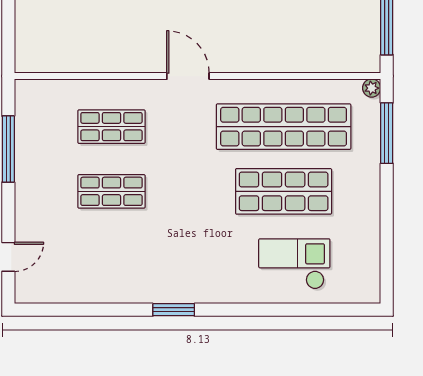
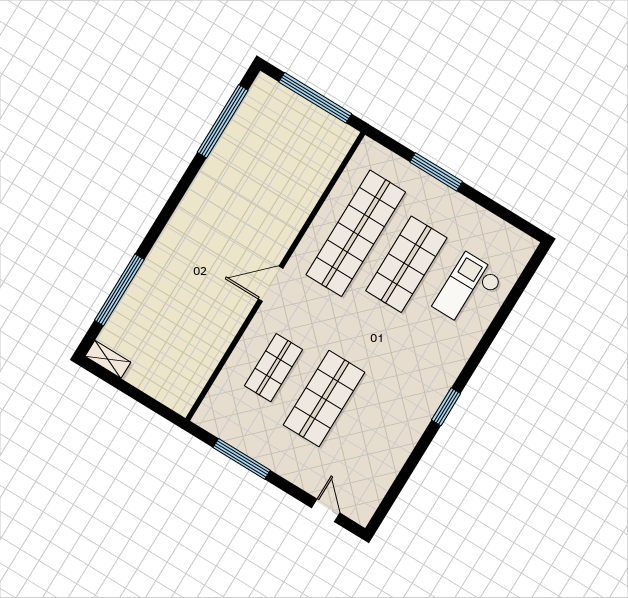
plant: (372, 88) -> (368, 146), removed
window: (387, 133) -> (436, 172), moved
shop shelf: (111, 191) -> (324, 399), width x1.43, depth x1.36

